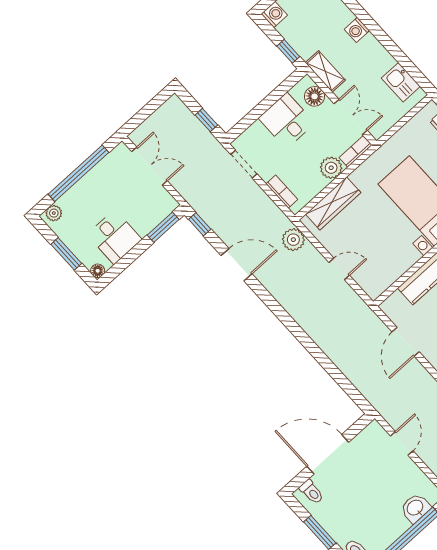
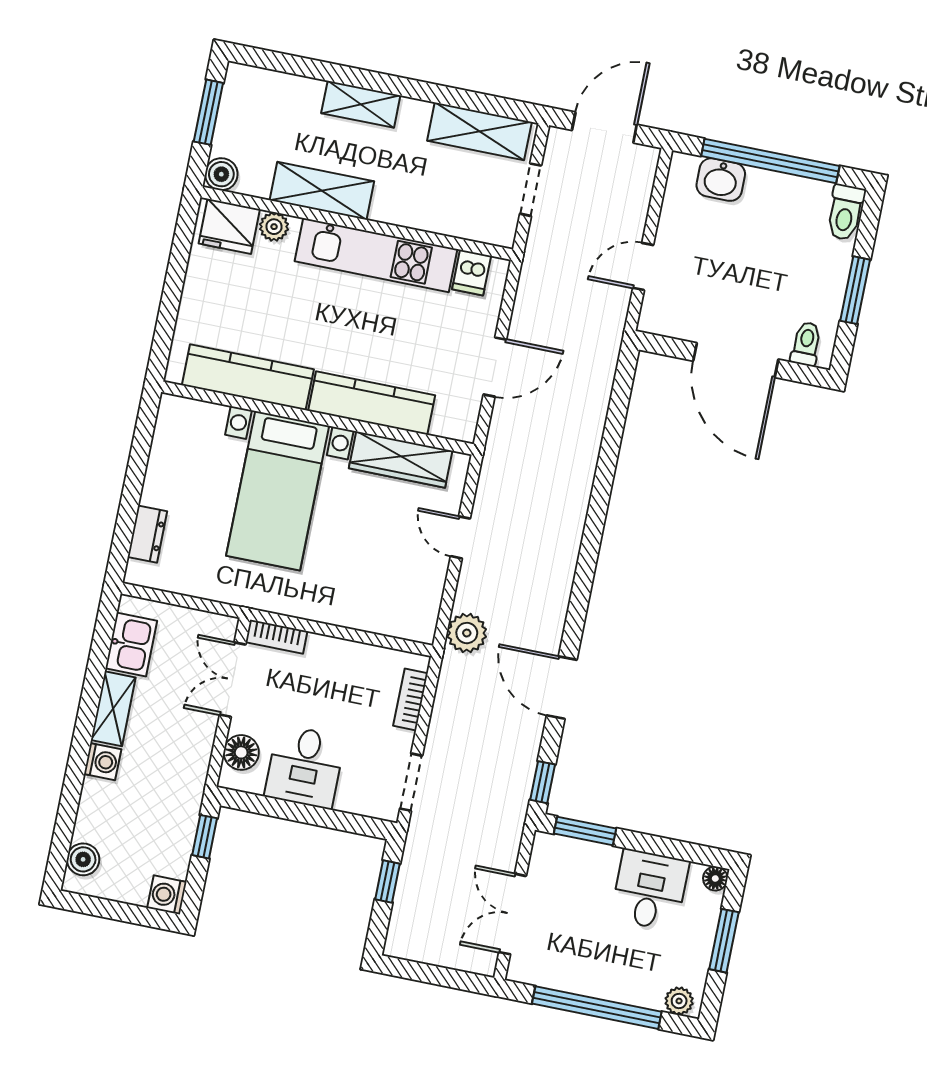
shelving: (325, 71) -> (113, 709), moved
plant: (331, 168) -> (325, 654), removed
wardrobe: (333, 203) -> (401, 459), moved, turned 180

